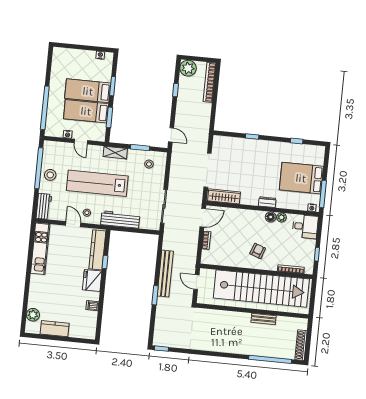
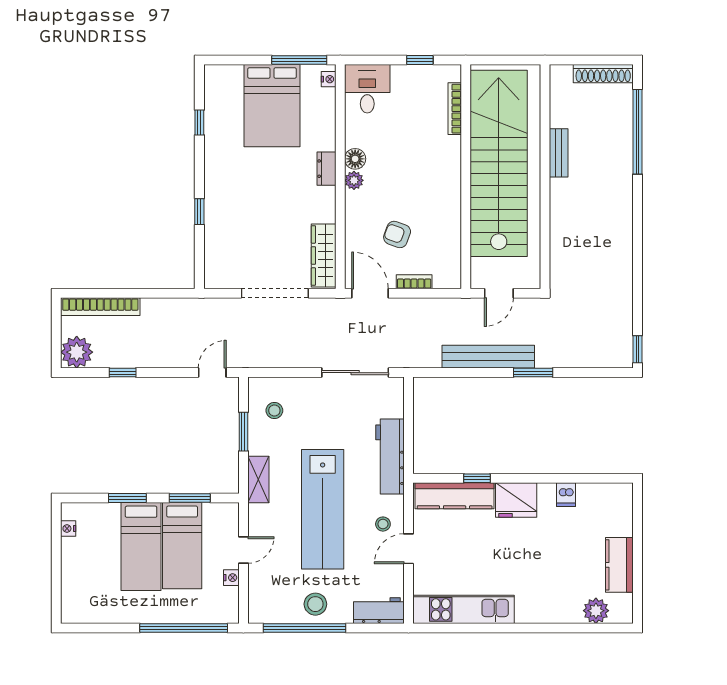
plant: (281, 217) -> (354, 180), moved
armchair: (258, 251) -> (397, 234), moved

